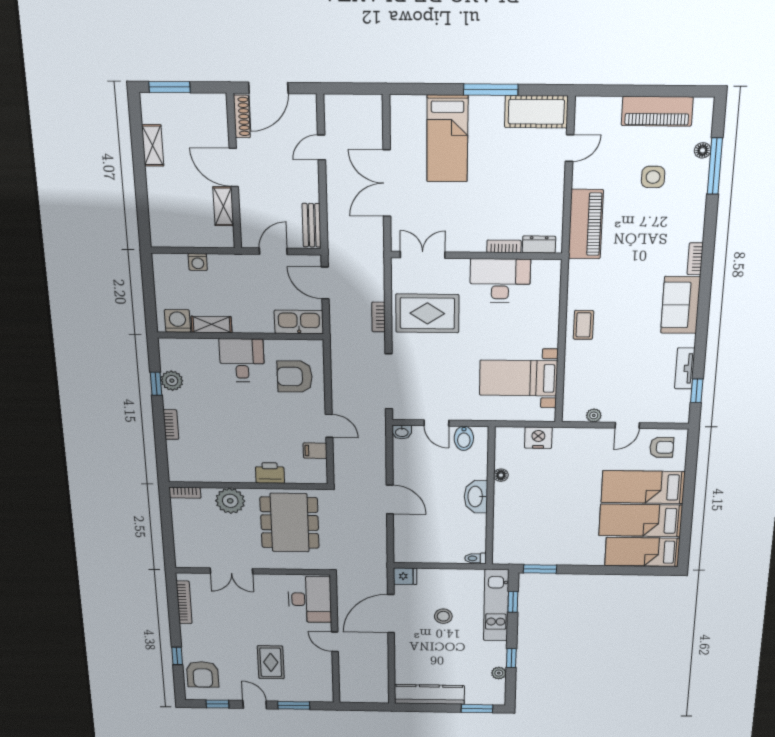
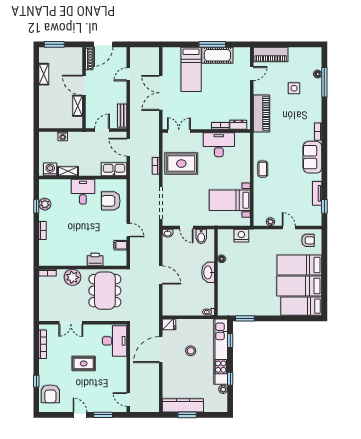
piano: (657, 111) -> (271, 55), moved
cot: (536, 112) -> (217, 55), moved
door: (627, 425) -> (289, 227), swing flipped
kitchen unit: (496, 605) -> (221, 352), width x1.36
door: (335, 642) -> (128, 400), moved
rug: (271, 662) -> (84, 363), moved, turned 90
window: (217, 704) -> (58, 415), removed
window: (477, 709) -> (187, 415), moved

